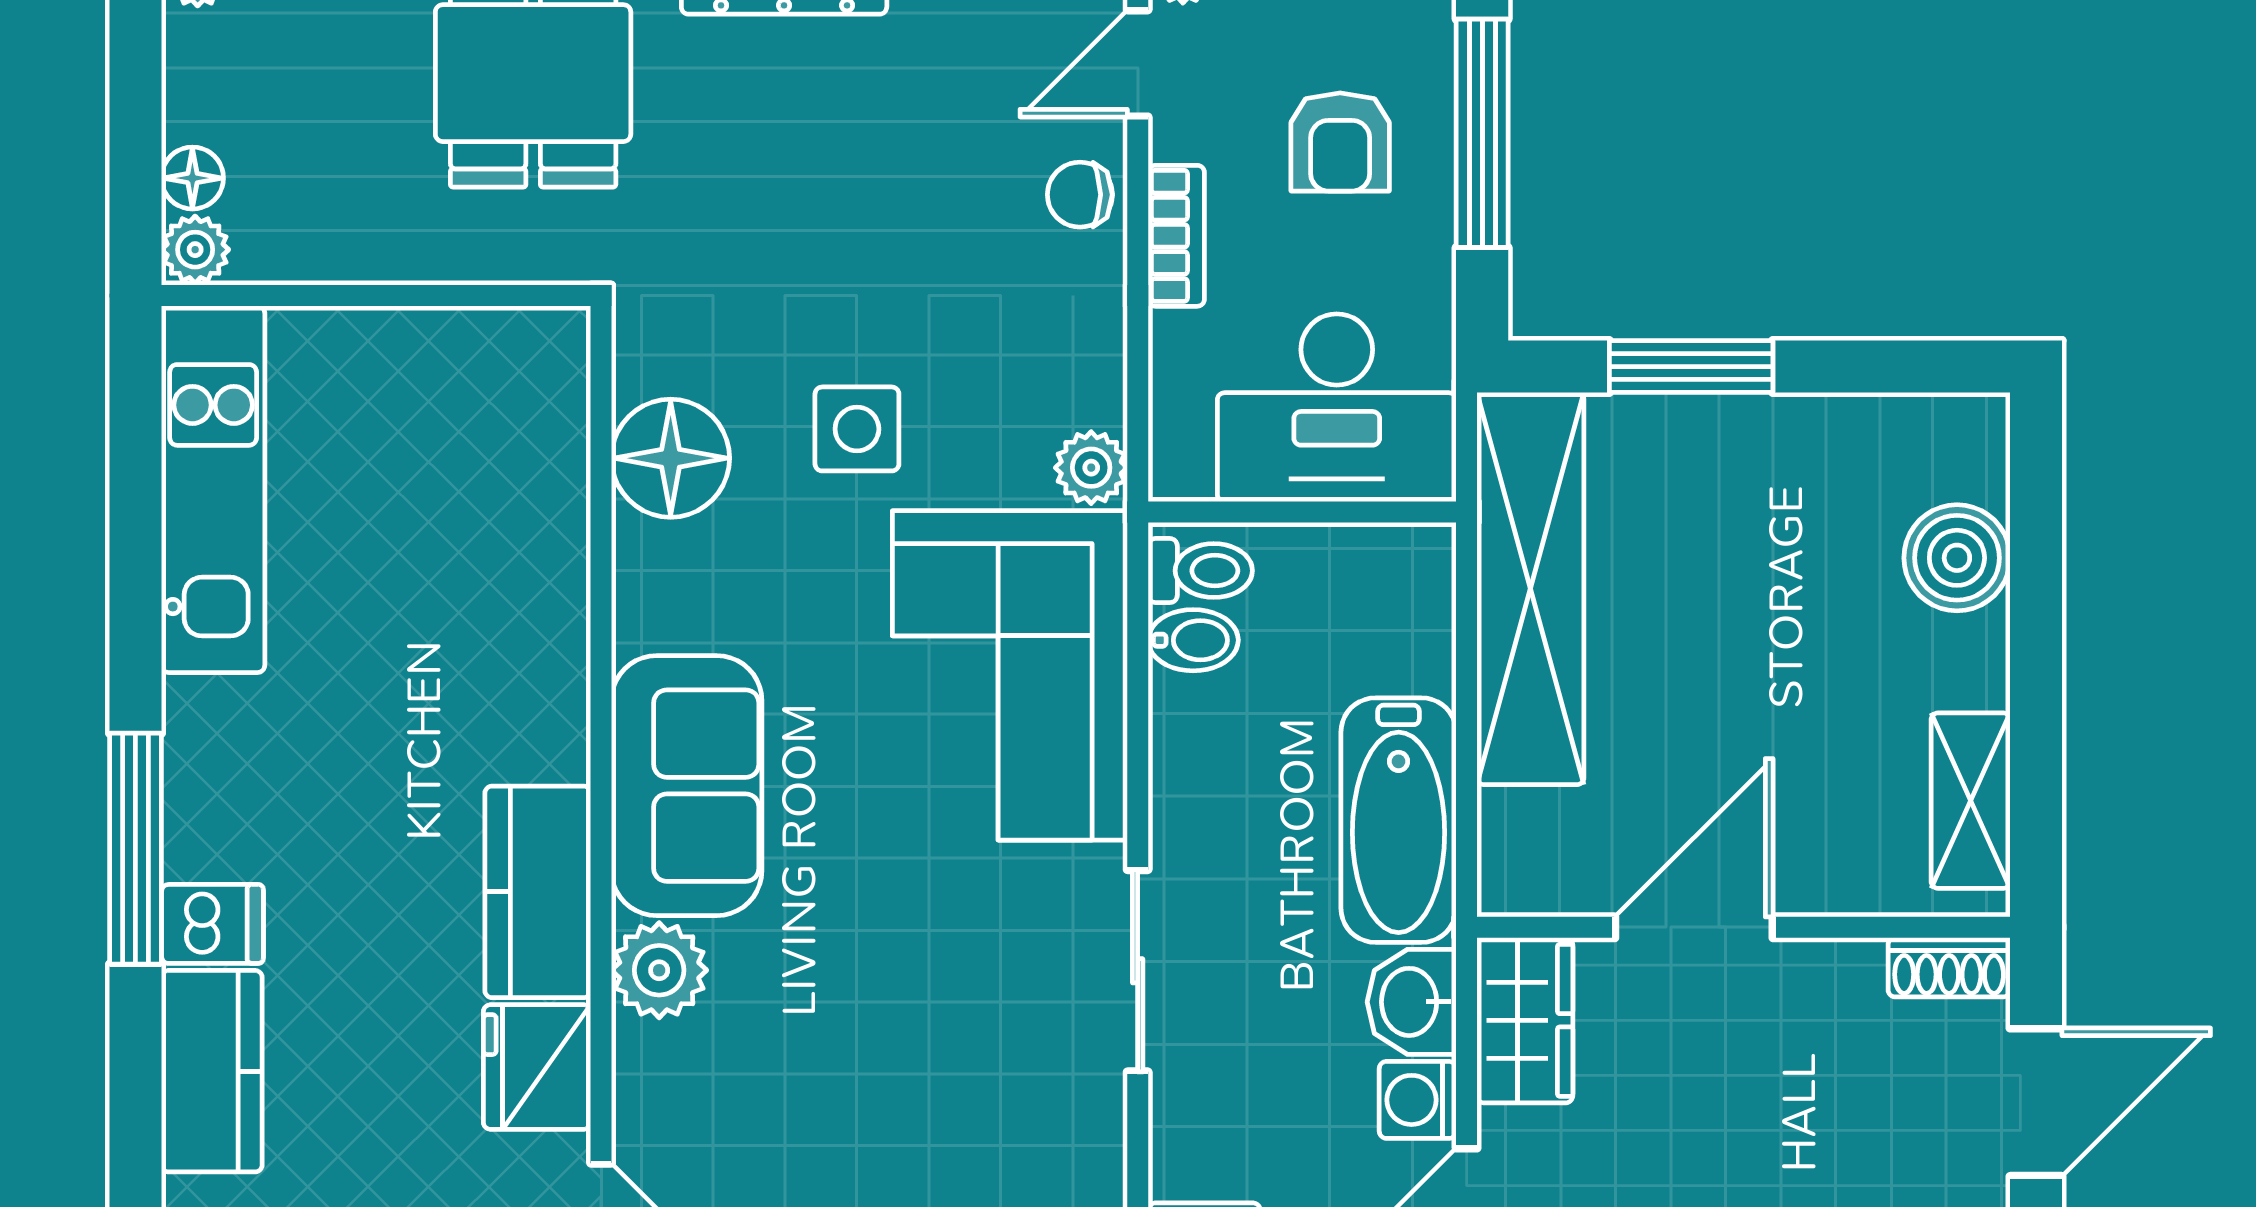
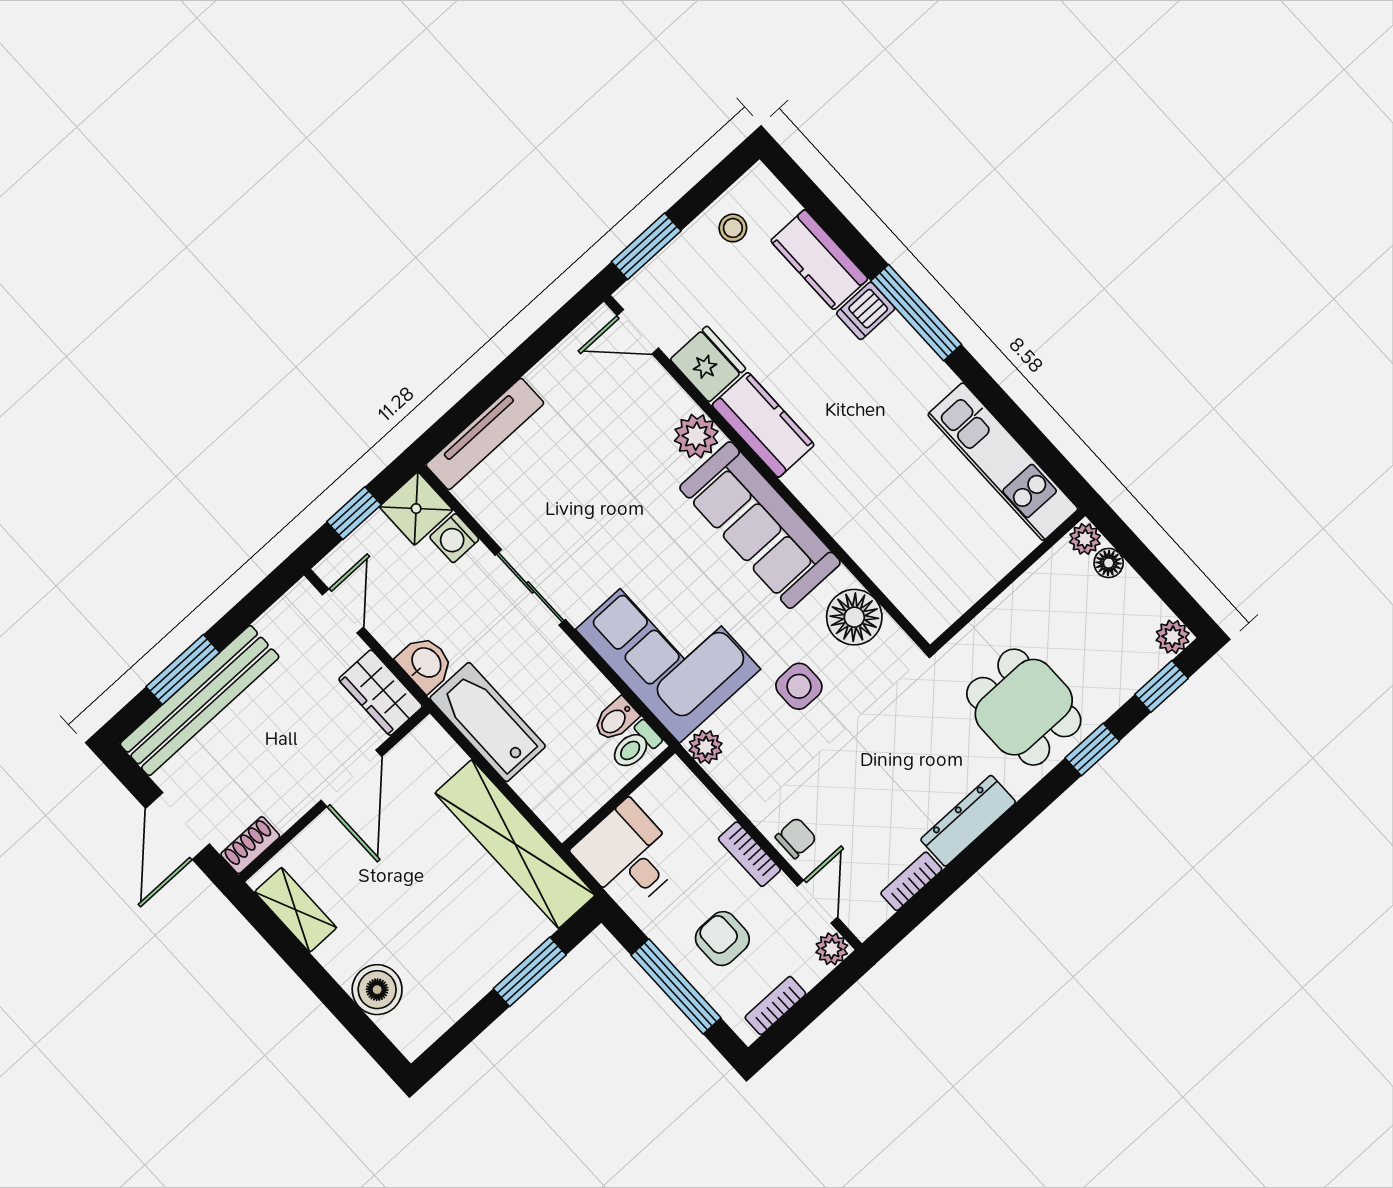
desk: (1337, 408) -> (628, 856), width x0.73
sofa: (687, 786) -> (760, 525), width x1.36
washing machine: (1418, 1100) -> (454, 538), moved, turned 180

